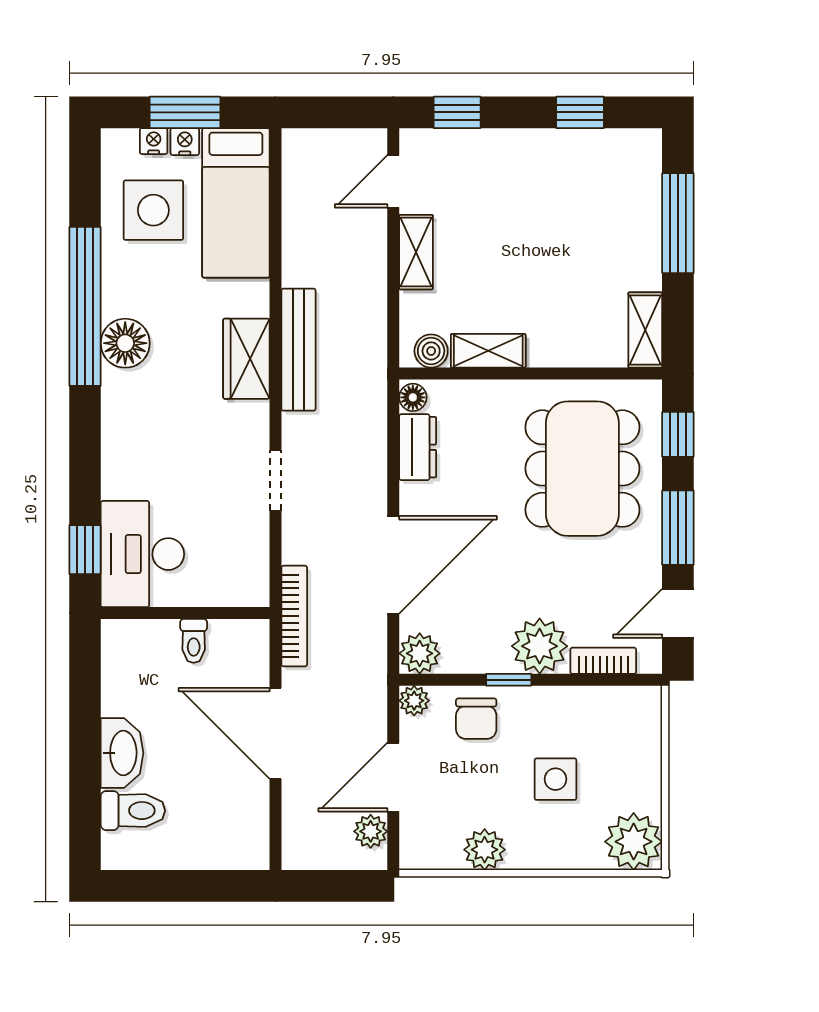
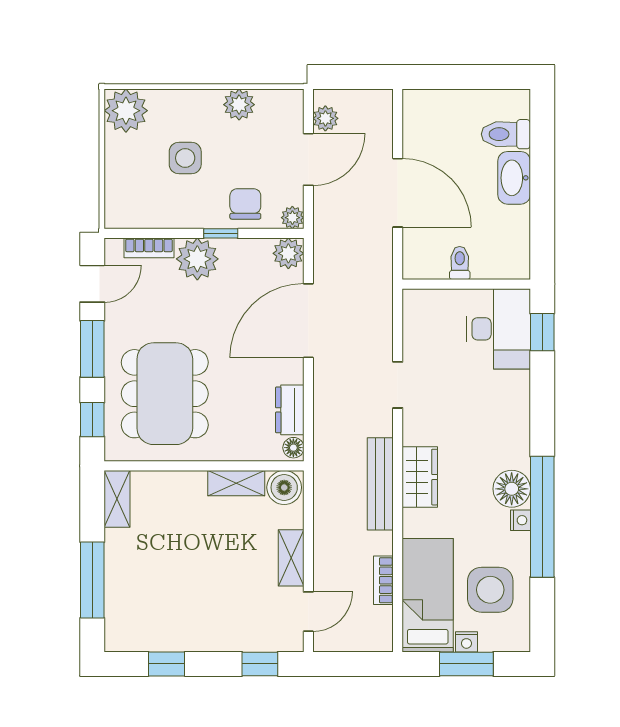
nightstand: (154, 141) -> (520, 520), moved, turned -90
boiler: (431, 351) -> (284, 487), width x1.36, depth x1.36
bookcase: (294, 616) -> (383, 580), moved, width x0.64

